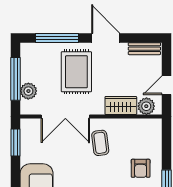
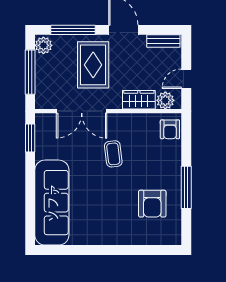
plant: (28, 91) -> (43, 45), moved
coffee table: (100, 143) -> (113, 154), moved
armchair: (141, 168) -> (170, 129), moved

